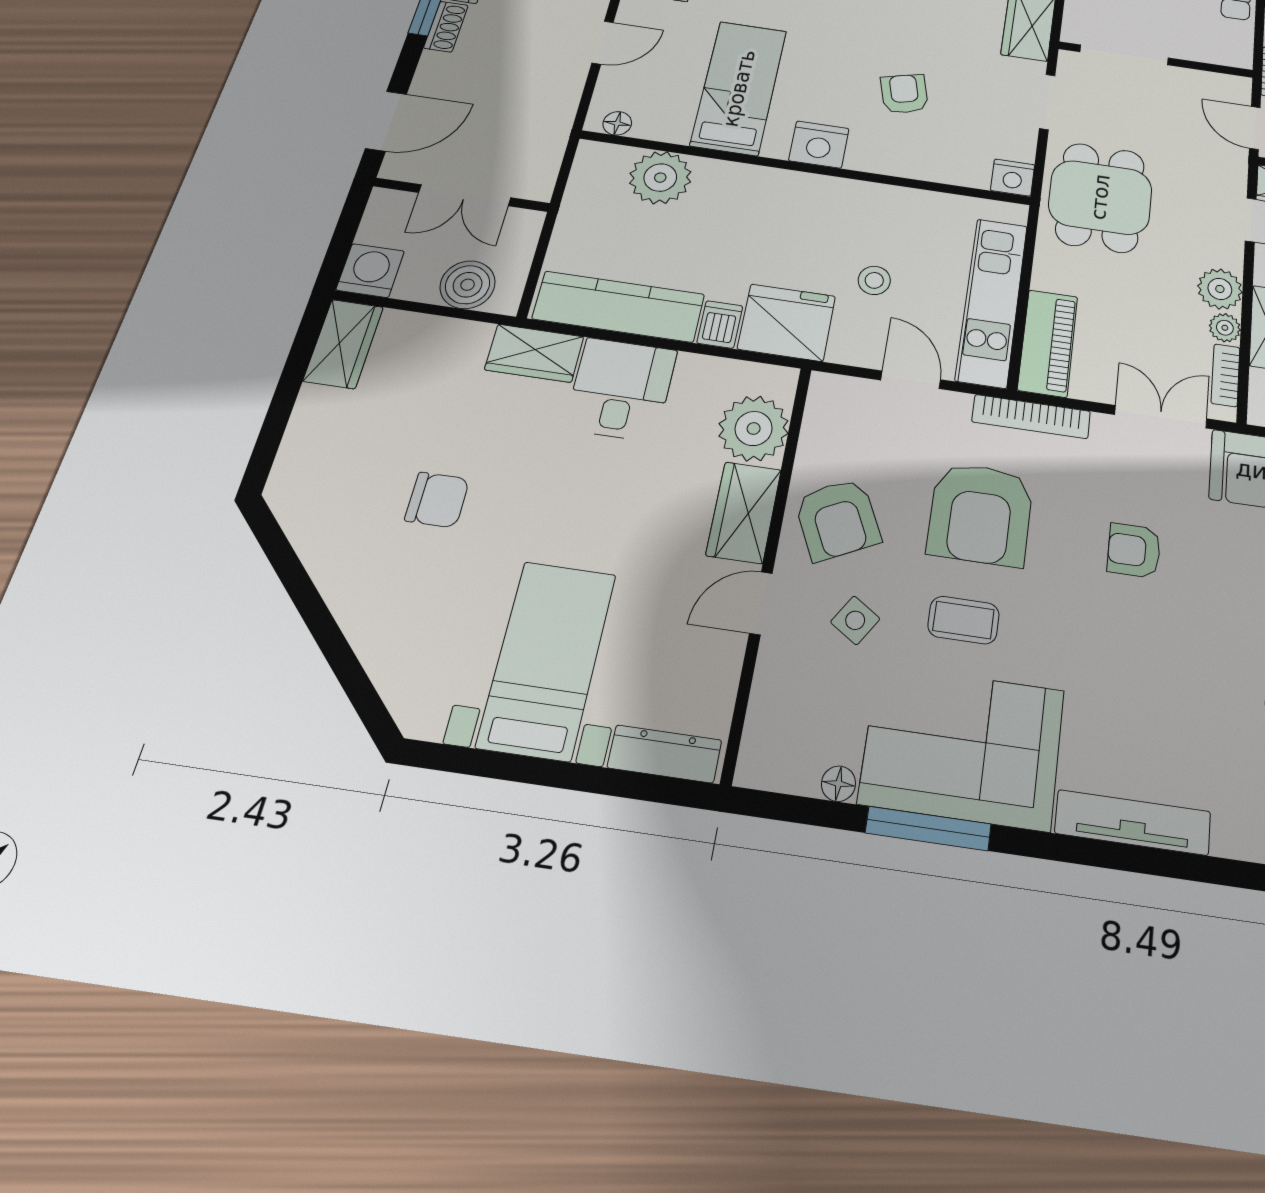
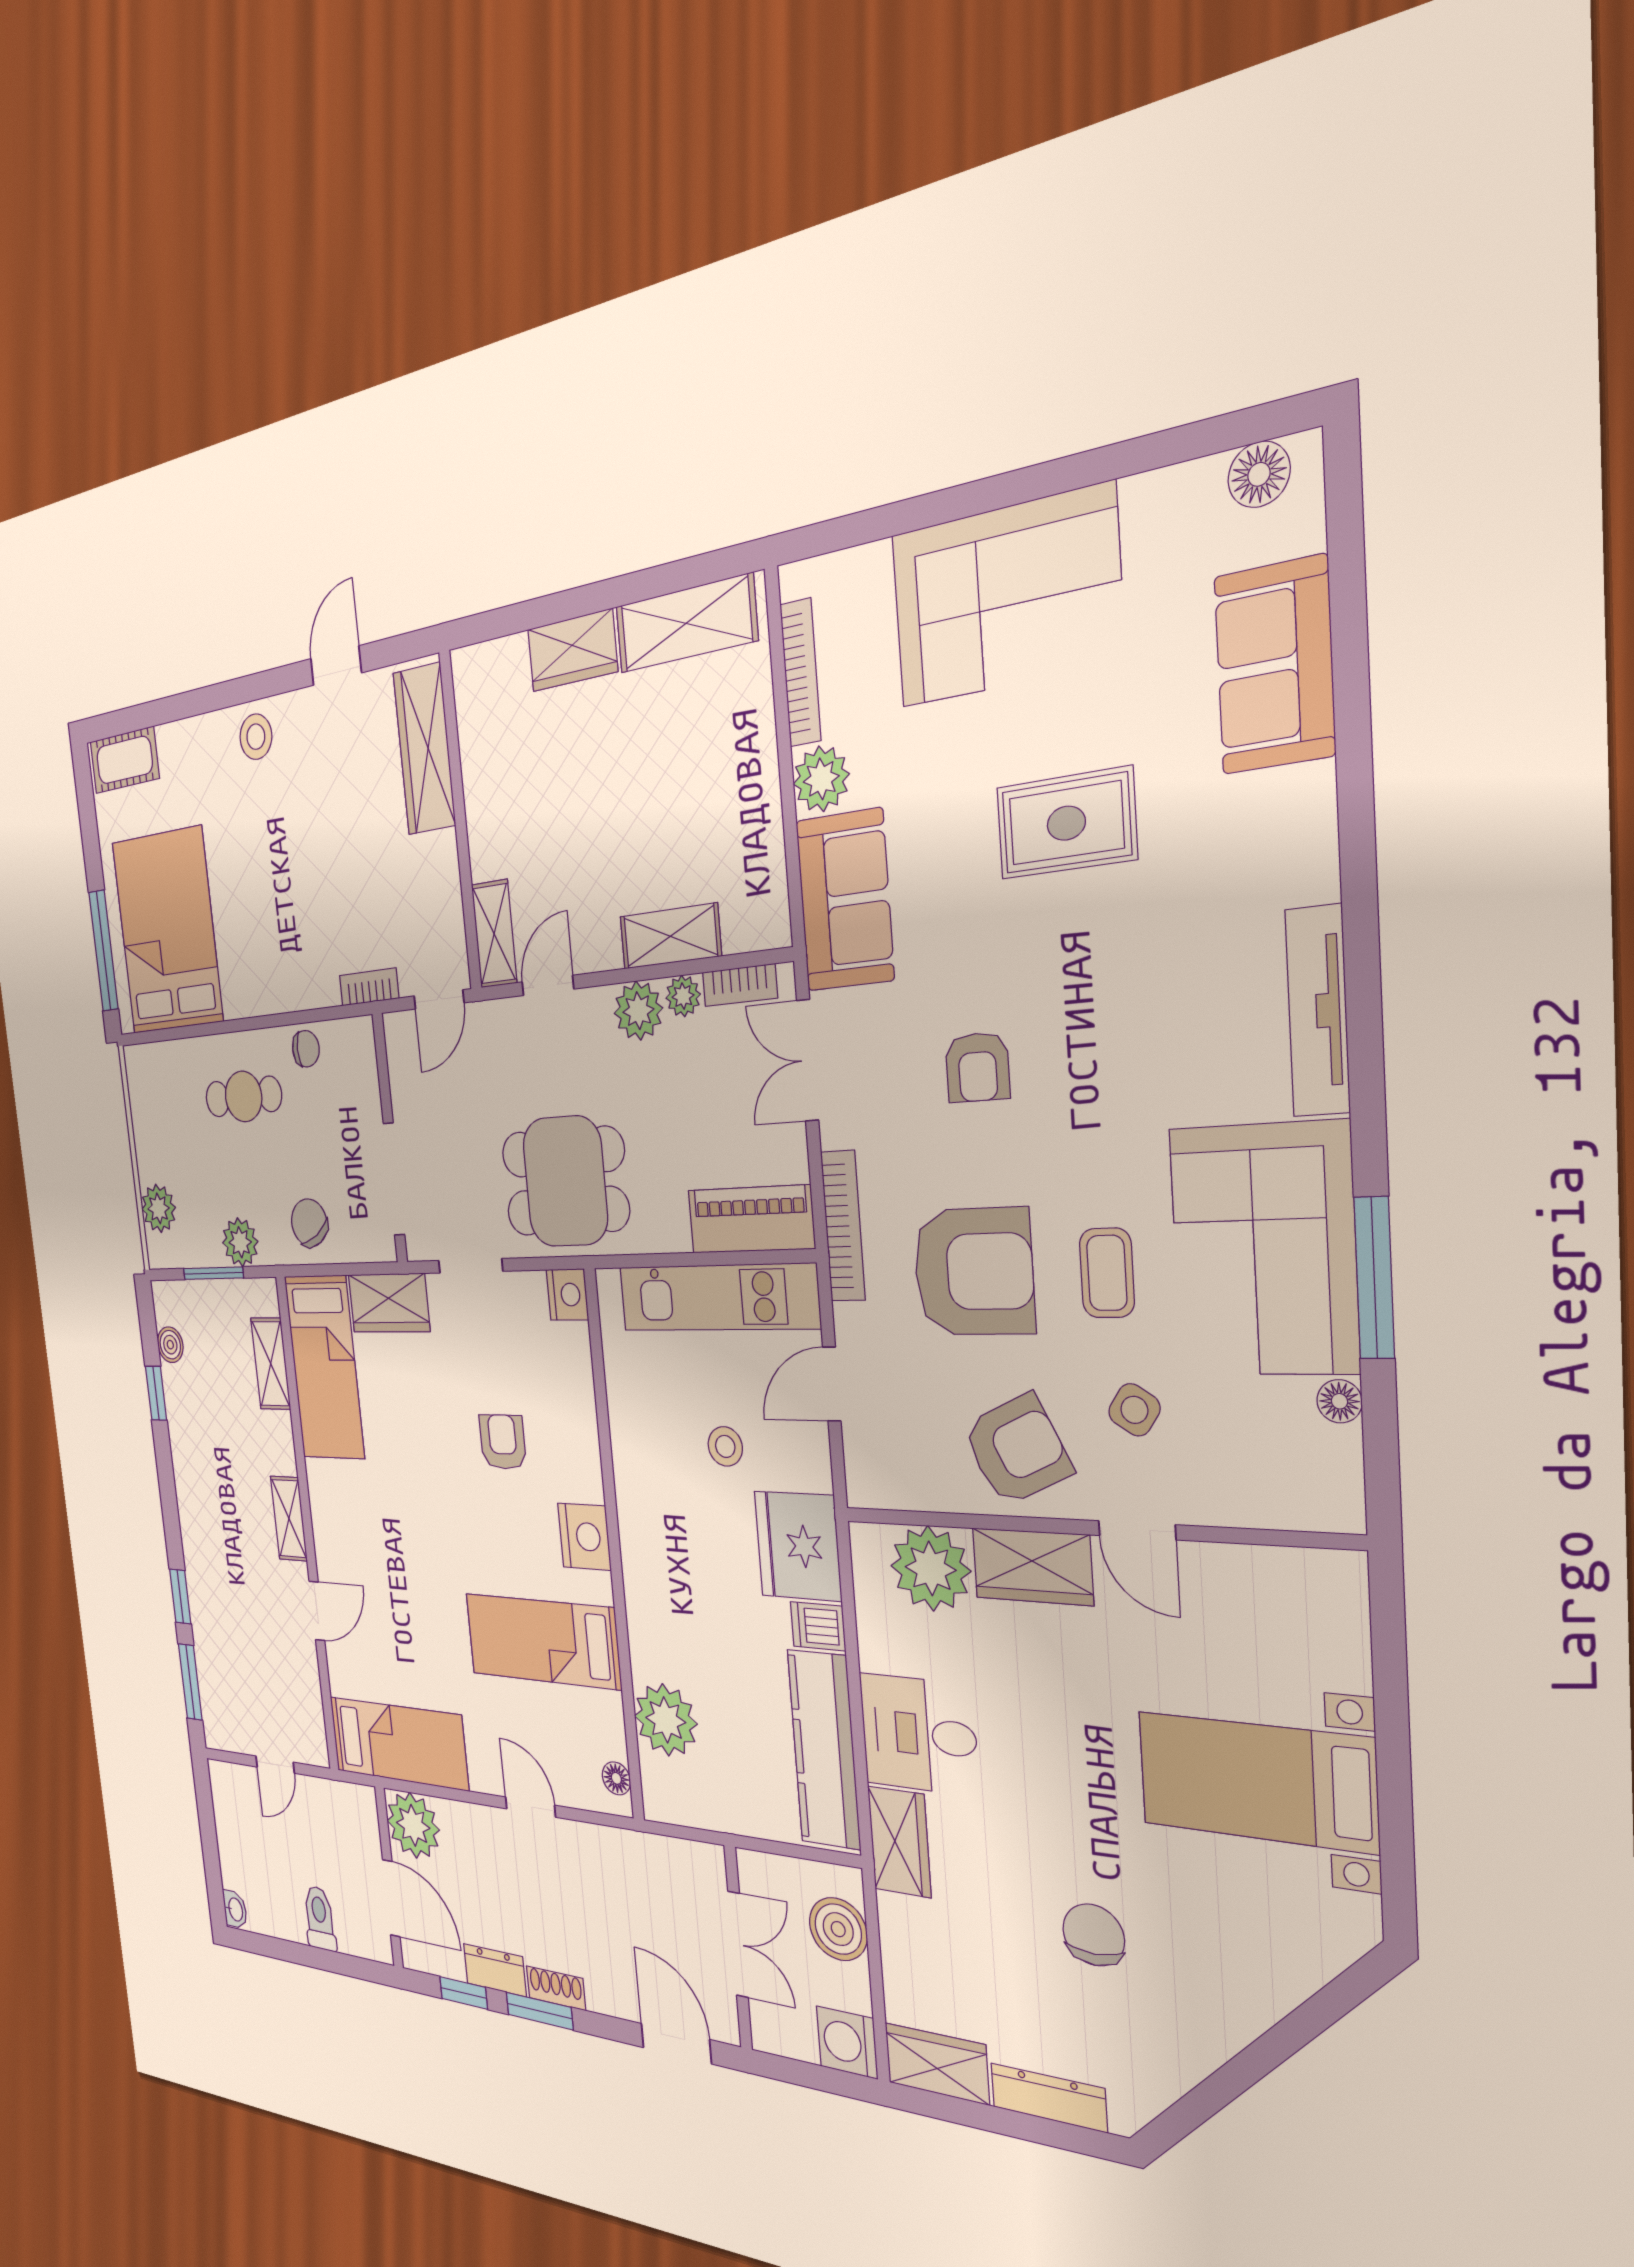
armchair: (904, 94) -> (503, 1442), turned 105
dresser: (665, 754) -> (1049, 2098), moved, turned 90

